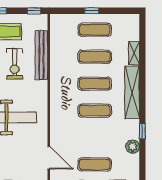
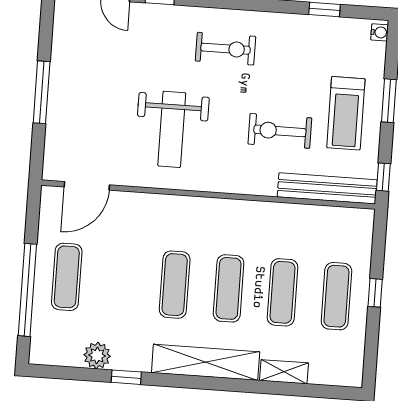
bench: (41, 55) -> (327, 188), moved

